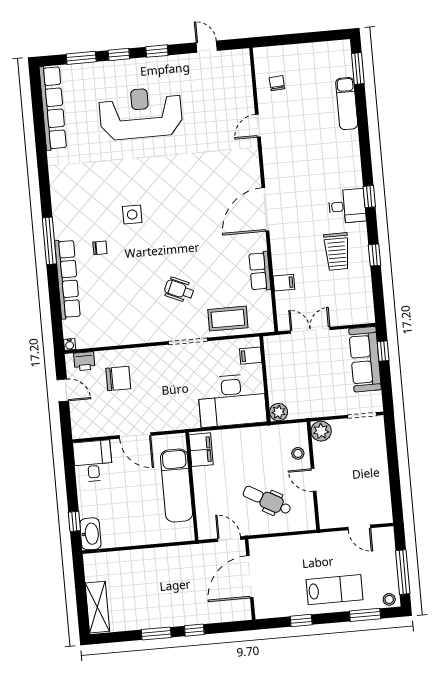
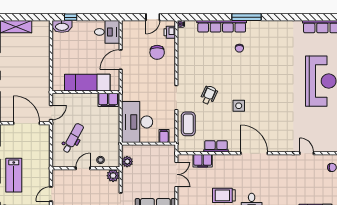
side table: (132, 215) -> (239, 106), moved
filing cabinet: (284, 283) -> (203, 161), width x2.00
plant: (279, 412) -> (127, 162), moved

